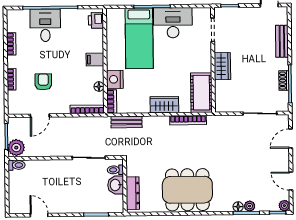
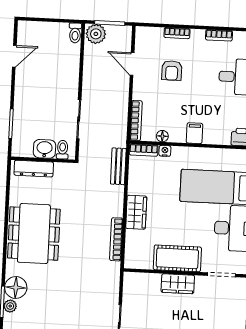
nightstand: (115, 79) -> (165, 151), width x0.53, depth x0.56
armchair: (43, 82) -> (172, 71), turned 90
cot: (201, 93) -> (177, 258), moved
floor lamp: (238, 207) -> (16, 288), width x1.89, depth x1.89

